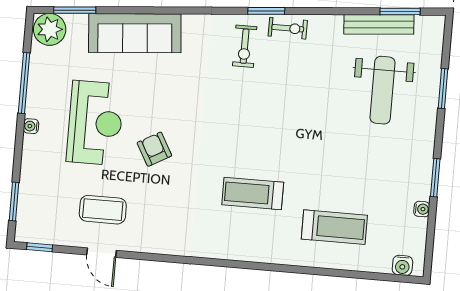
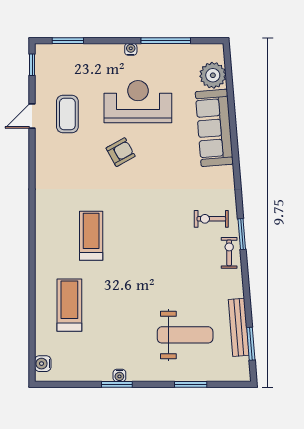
window: (75, 10) -> (229, 77), removed
exercise bike: (288, 28) -> (229, 253), turned 180
plant: (50, 29) -> (213, 75), moved
weight bench: (383, 90) -> (185, 335), turned 180
reception desk: (95, 123) -> (138, 102), turned 180
water cooler: (422, 209) -> (119, 375), moved
treadmill: (334, 227) -> (69, 305), turned 180

